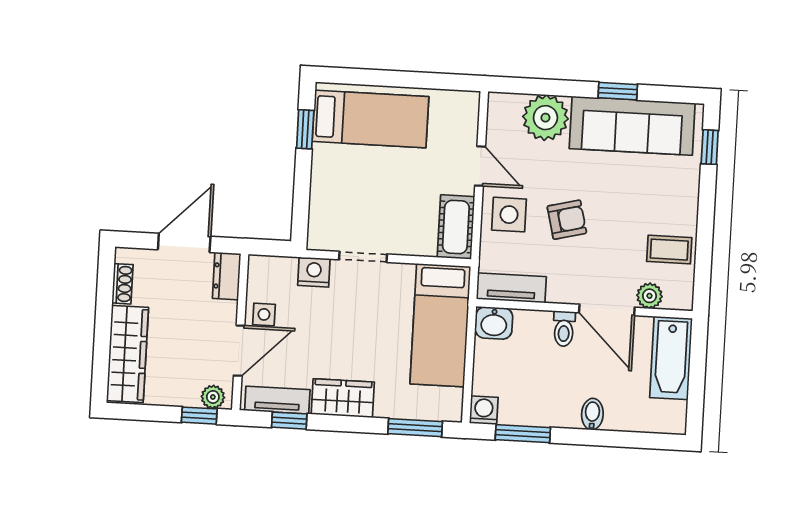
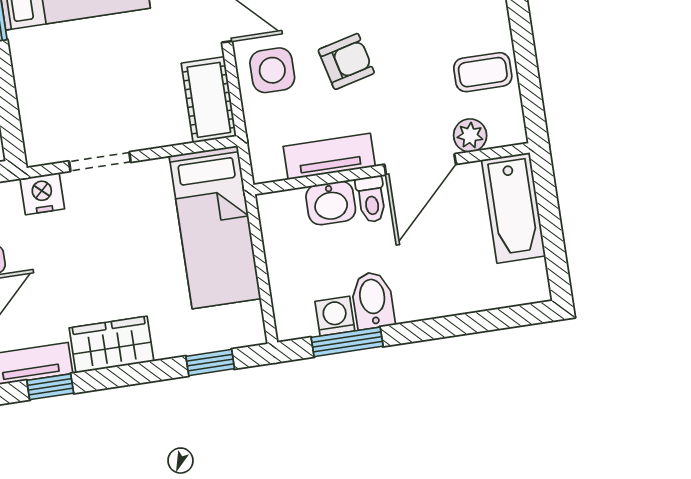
tv unit: (511, 288) -> (329, 156), moved
door: (607, 310) -> (420, 164), hinge flipped
washbasin: (494, 323) -> (331, 203), moved
washing machine: (484, 410) -> (335, 316), moved
bidet: (592, 414) -> (373, 300), moved, width x1.38, depth x1.36
window: (415, 428) -> (210, 363), width x0.67

